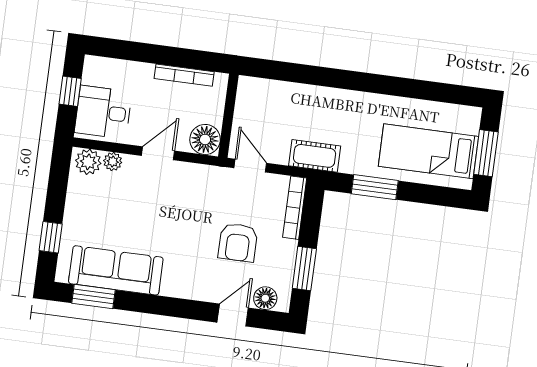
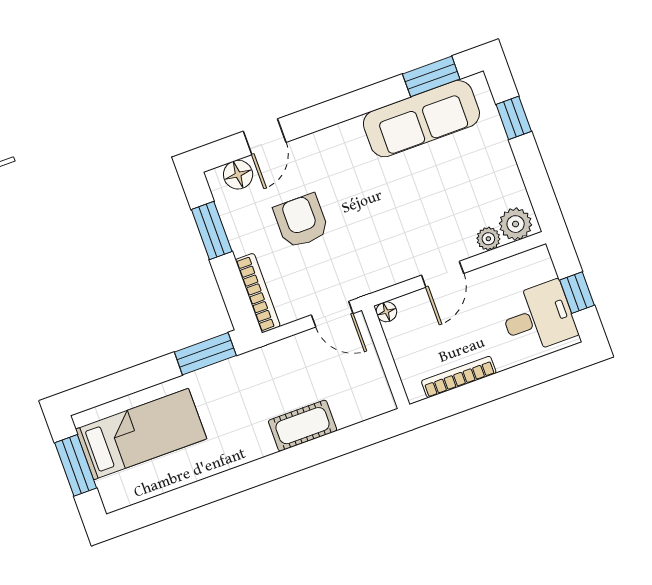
desk: (103, 112) -> (538, 317), moved
floor lamp: (205, 139) -> (386, 312), width x0.53, depth x0.53
cot: (315, 156) -> (303, 426), moved
window: (375, 187) -> (205, 354), moved

